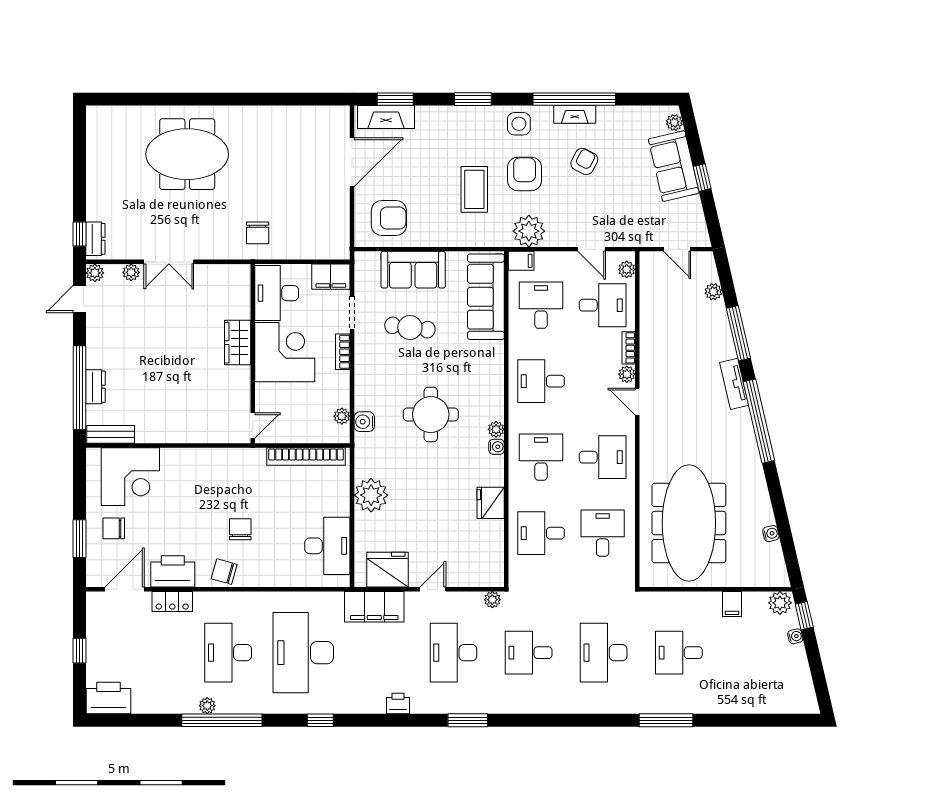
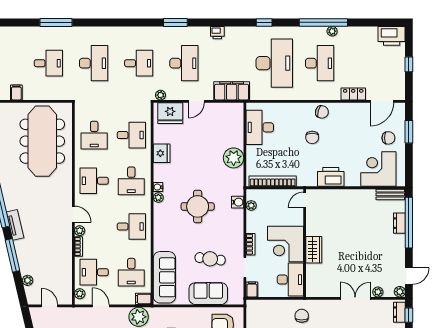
filing cabinet: (331, 277) -> (252, 289), width x0.50
fridge: (387, 570) -> (170, 113), moved
printer: (173, 571) -> (331, 177), moved, turned 180

